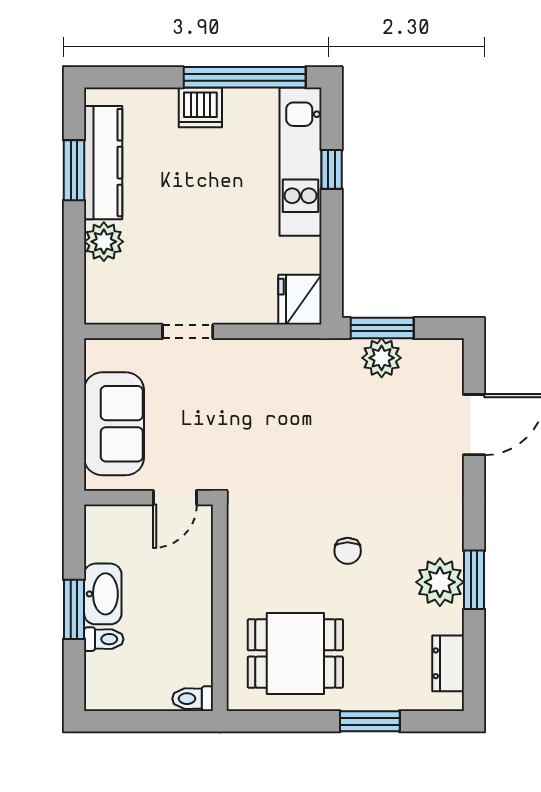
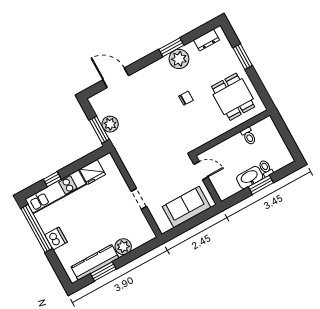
fridge: (300, 300) -> (92, 172), moved
toilet: (193, 699) -> (249, 136), moved

